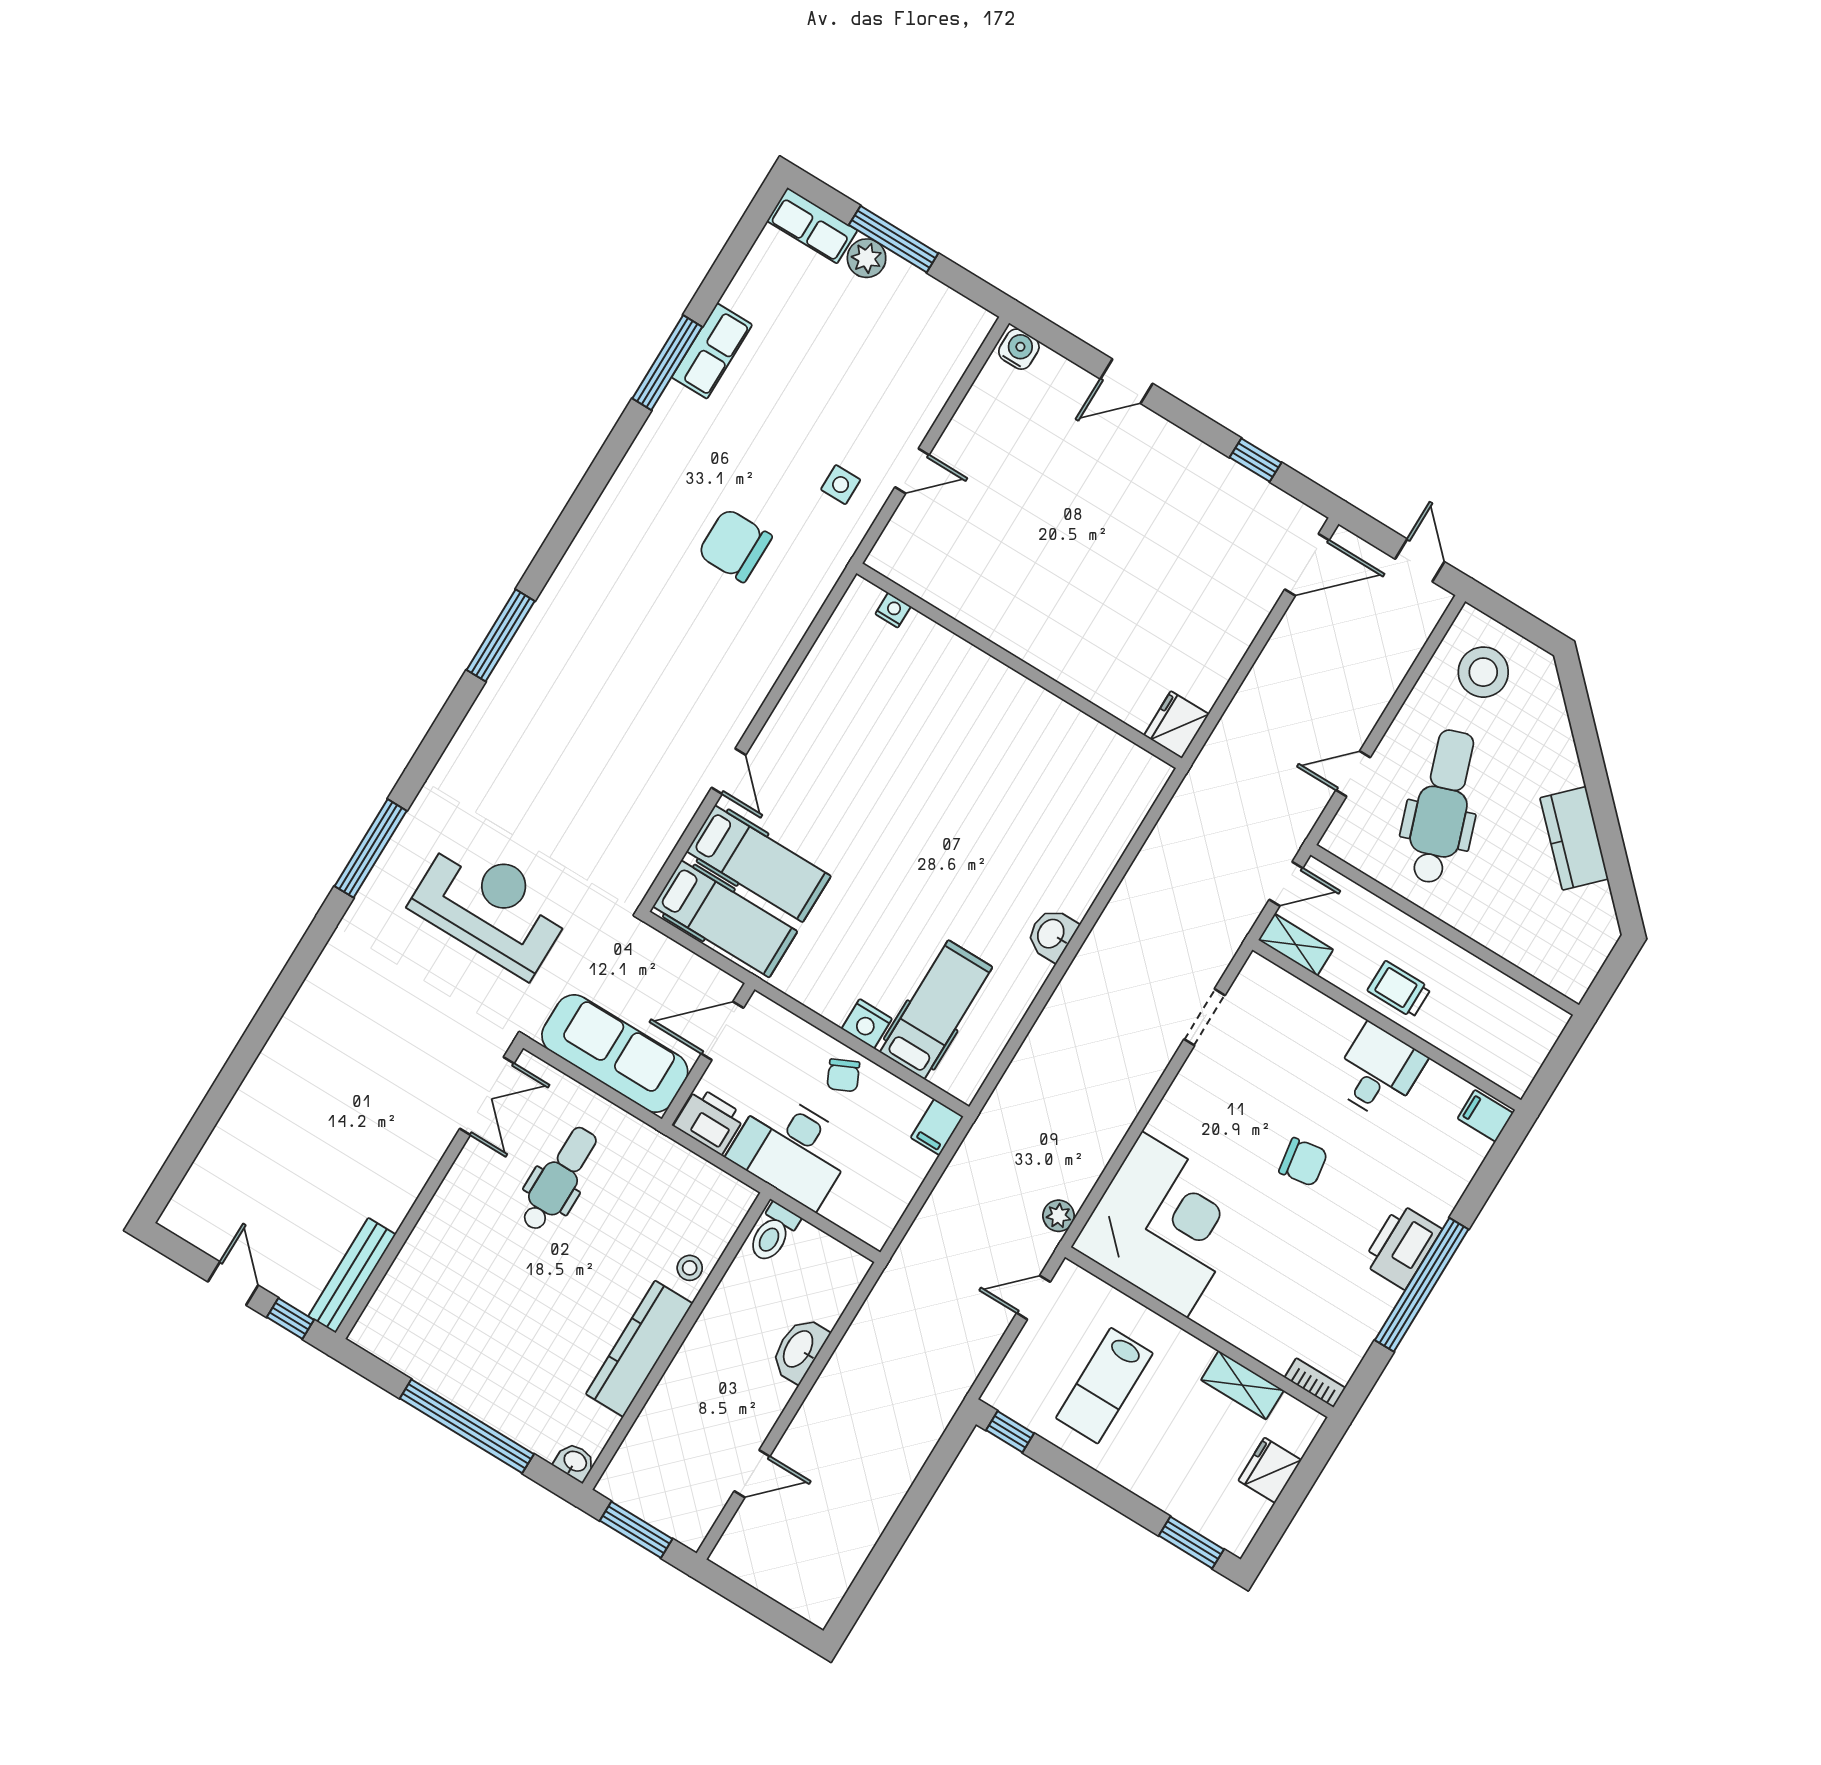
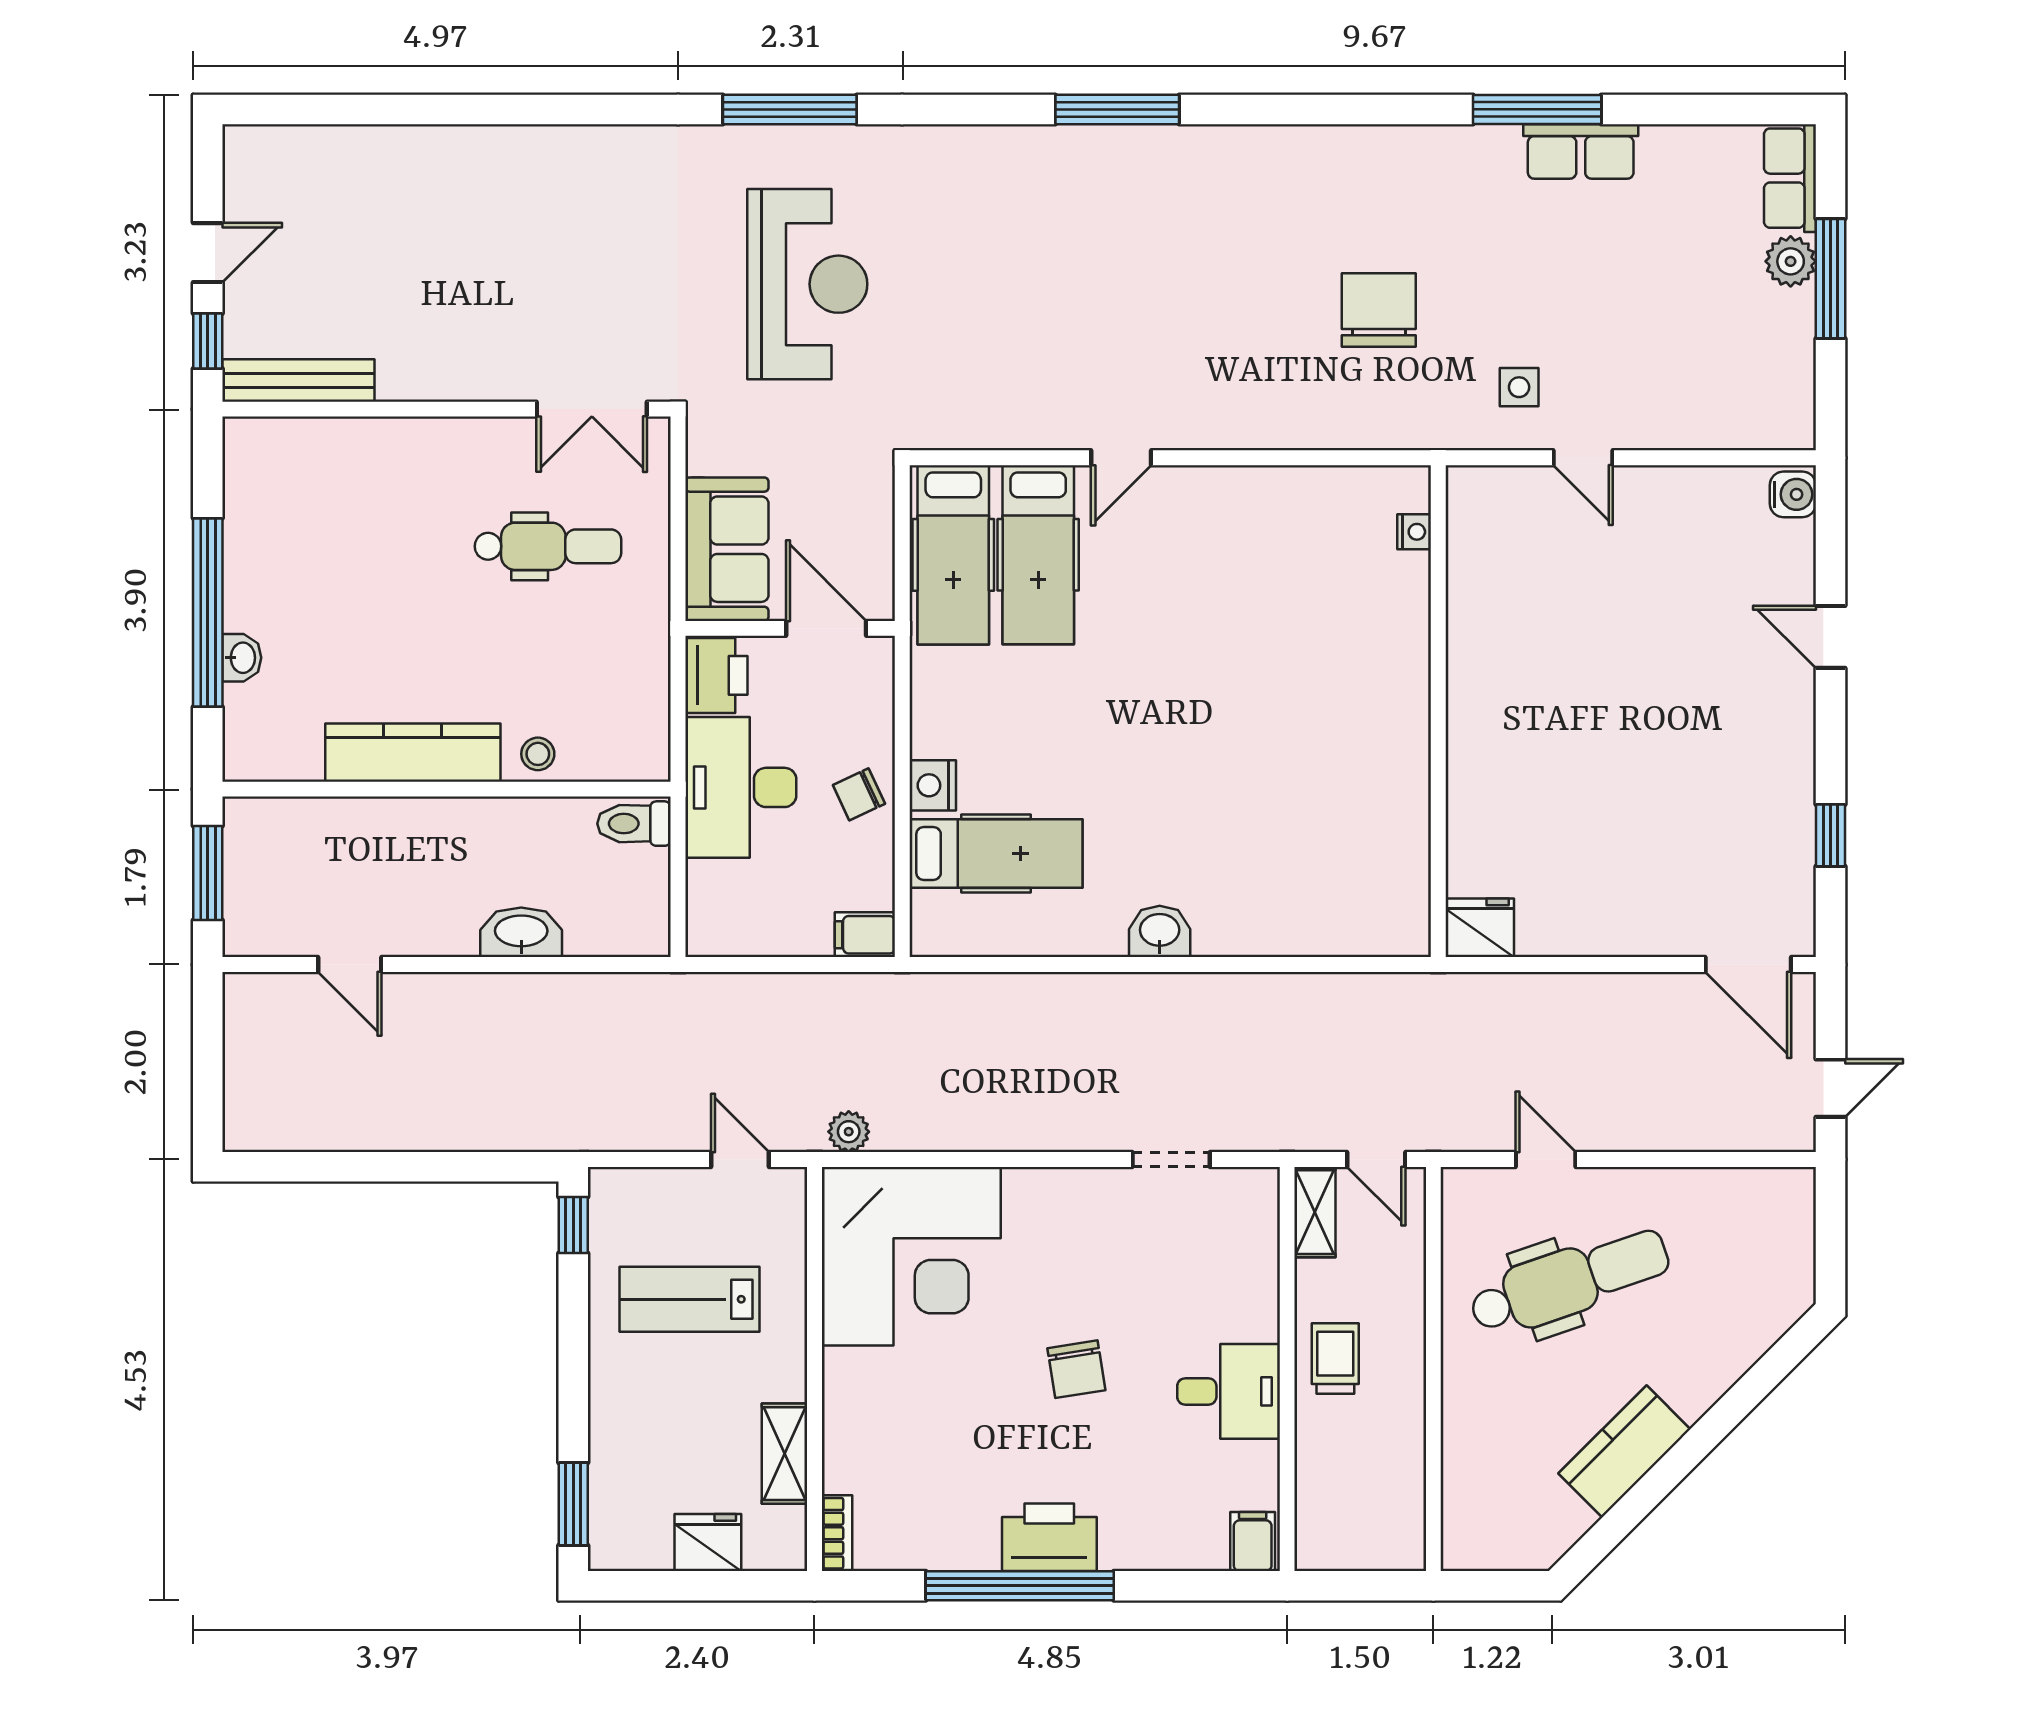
stool: (1483, 672) -> (1749, 1236), removed
sofa: (615, 1054) -> (727, 549), width x0.73
washbasin: (575, 1462) -> (242, 658), moved

